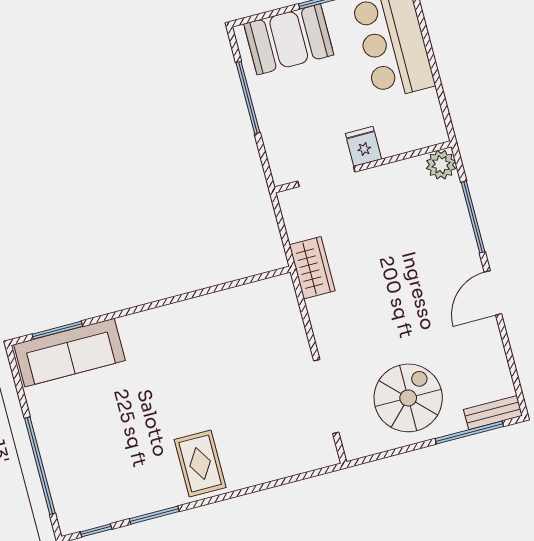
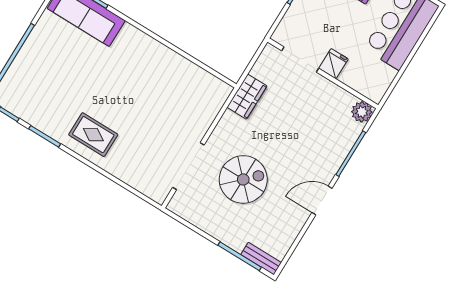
spiral stairs: (408, 398) -> (243, 179), moved
rug: (200, 463) -> (93, 135), turned 90

